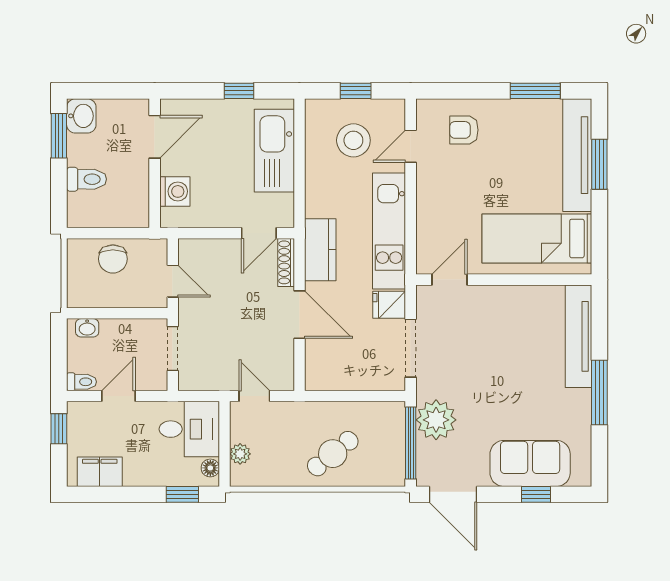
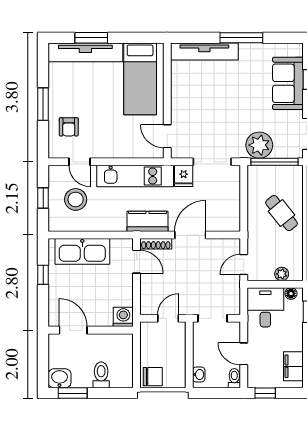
window: (535, 91) -> (43, 104), moved
washing machine: (175, 191) -> (123, 317), moved
chair: (113, 259) -> (153, 377), moved

